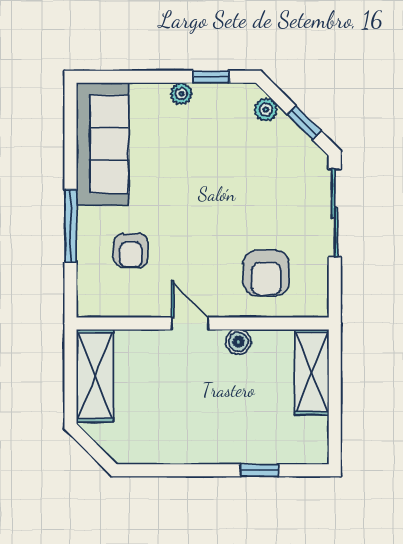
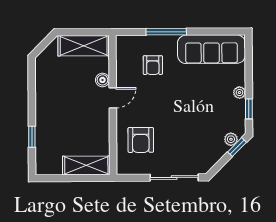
window: (304, 123) -> (237, 147), moved
armchair: (131, 250) -> (153, 65), turned -90
armchair: (266, 273) -> (141, 140), turned -90
boiler: (238, 342) -> (102, 80), moved

